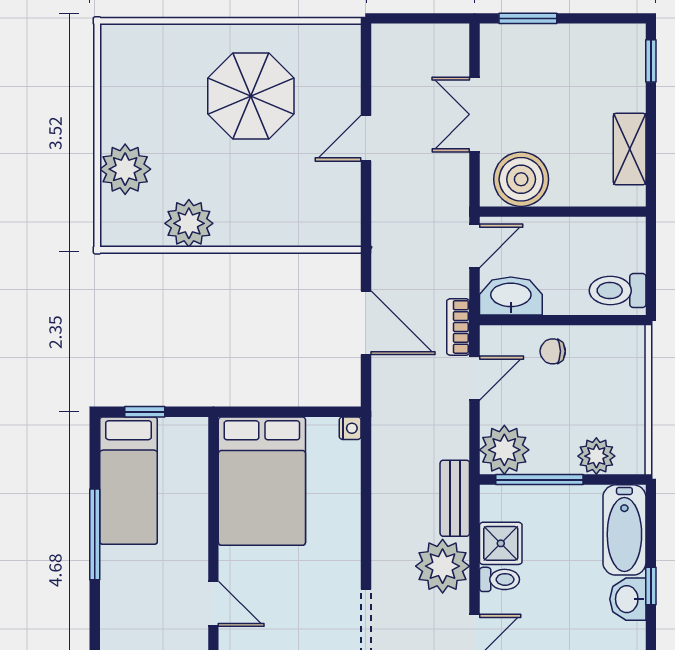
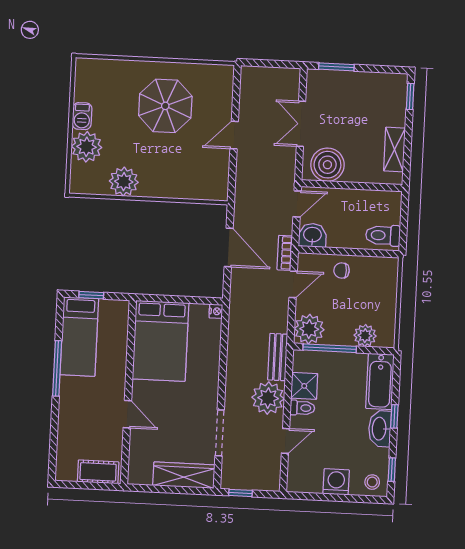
barbecue: (115, 119) -> (82, 116), added
washbasin: (511, 296) -> (312, 235), width x0.72
washbasin: (628, 599) -> (380, 429), width x1.38

